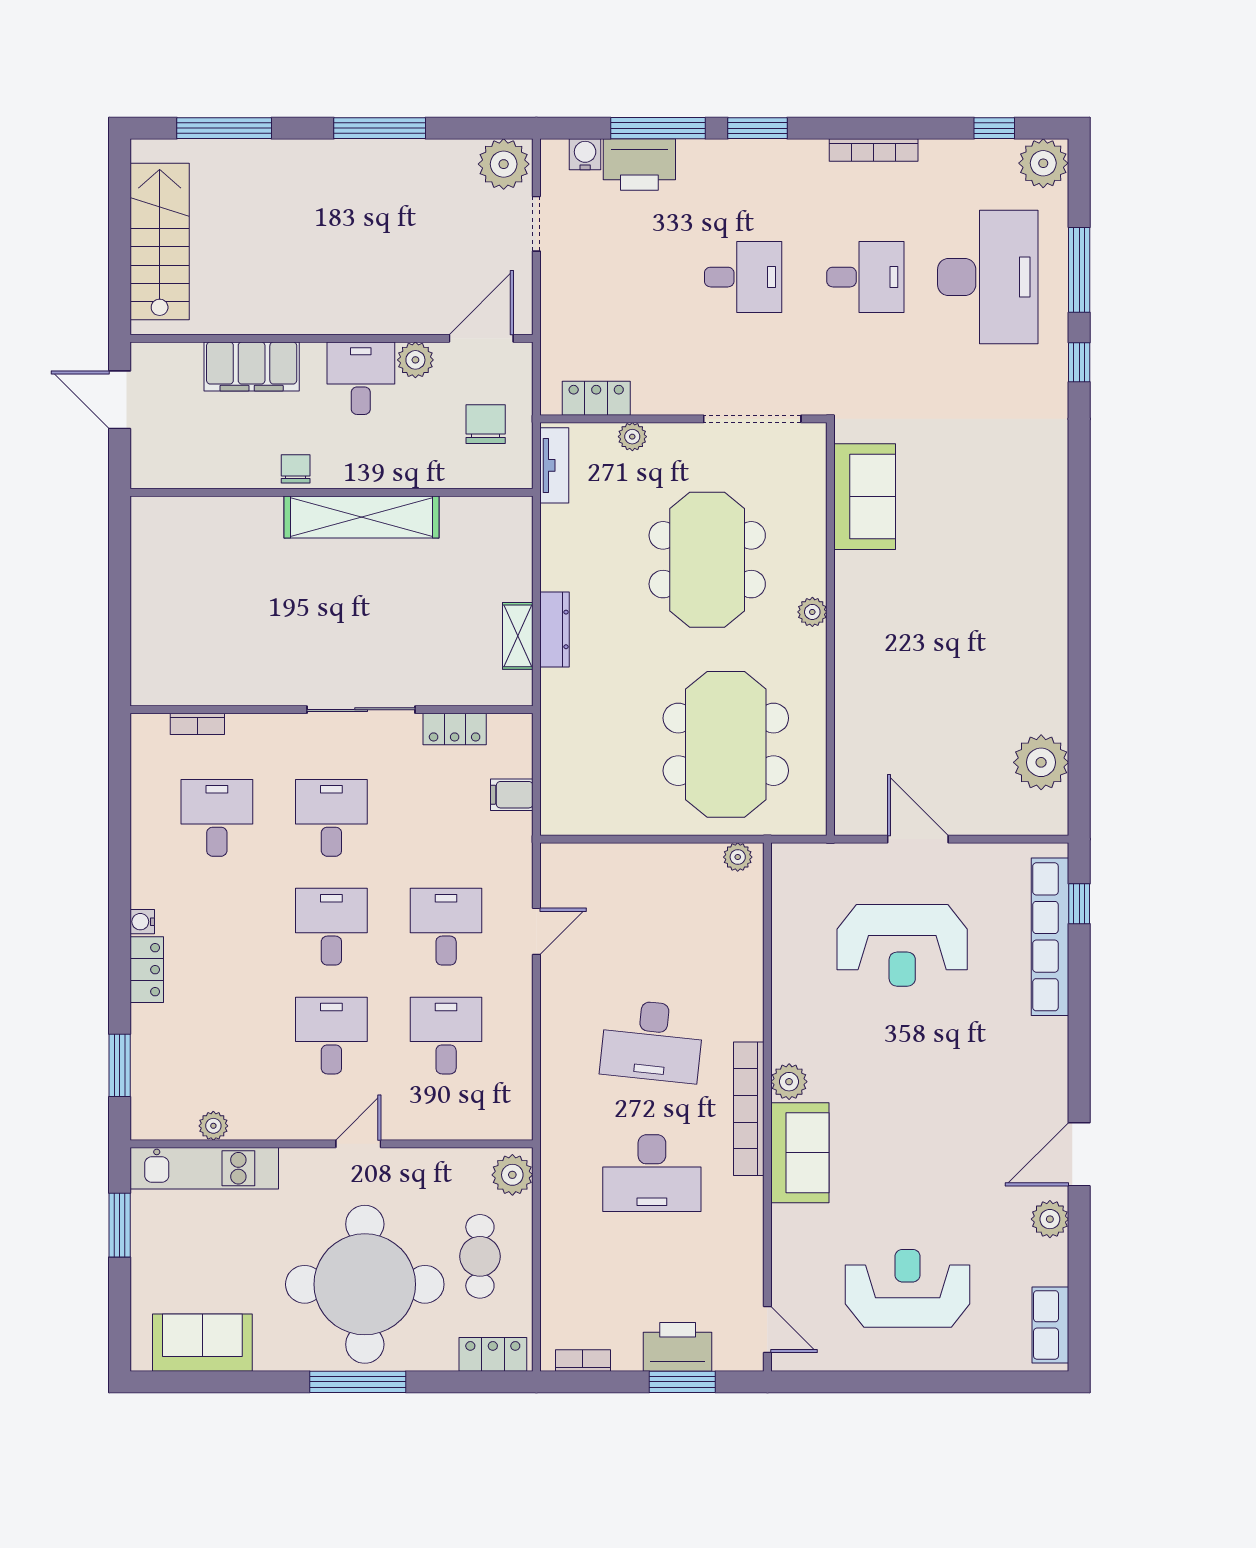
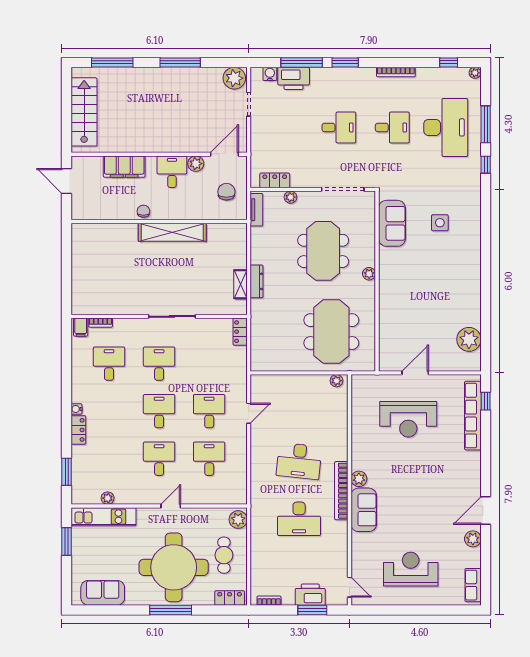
plant: (1043, 163) -> (475, 73), width x0.53, depth x0.53
side table: (974, 495) -> (440, 223), added
locker: (455, 729) -> (240, 332), moved, turned 90
filing cabinet: (512, 795) -> (81, 327), moved, turned -90
door: (918, 839) -> (415, 373), hinge flipped

